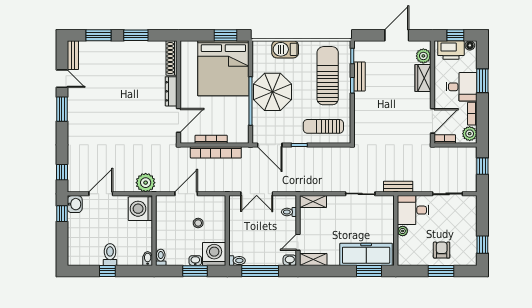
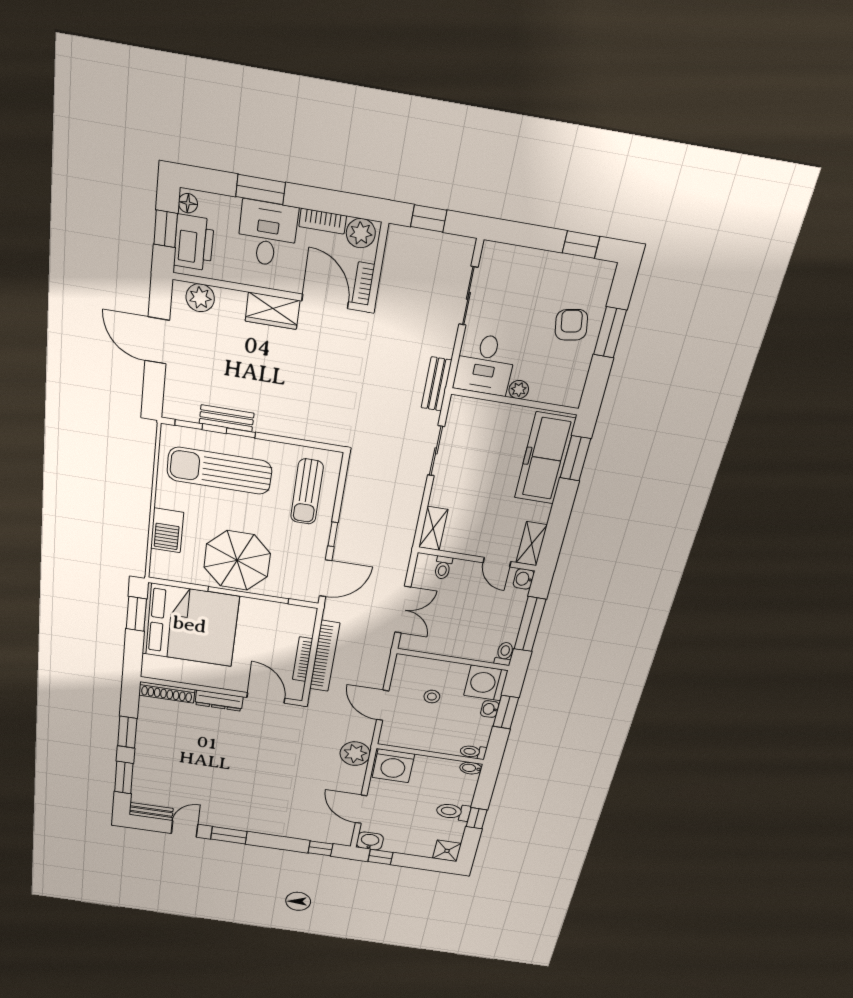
wardrobe: (423, 78) -> (273, 311), moved
armchair: (442, 250) -> (571, 325), turned 80
shower: (76, 257) -> (447, 851), added

